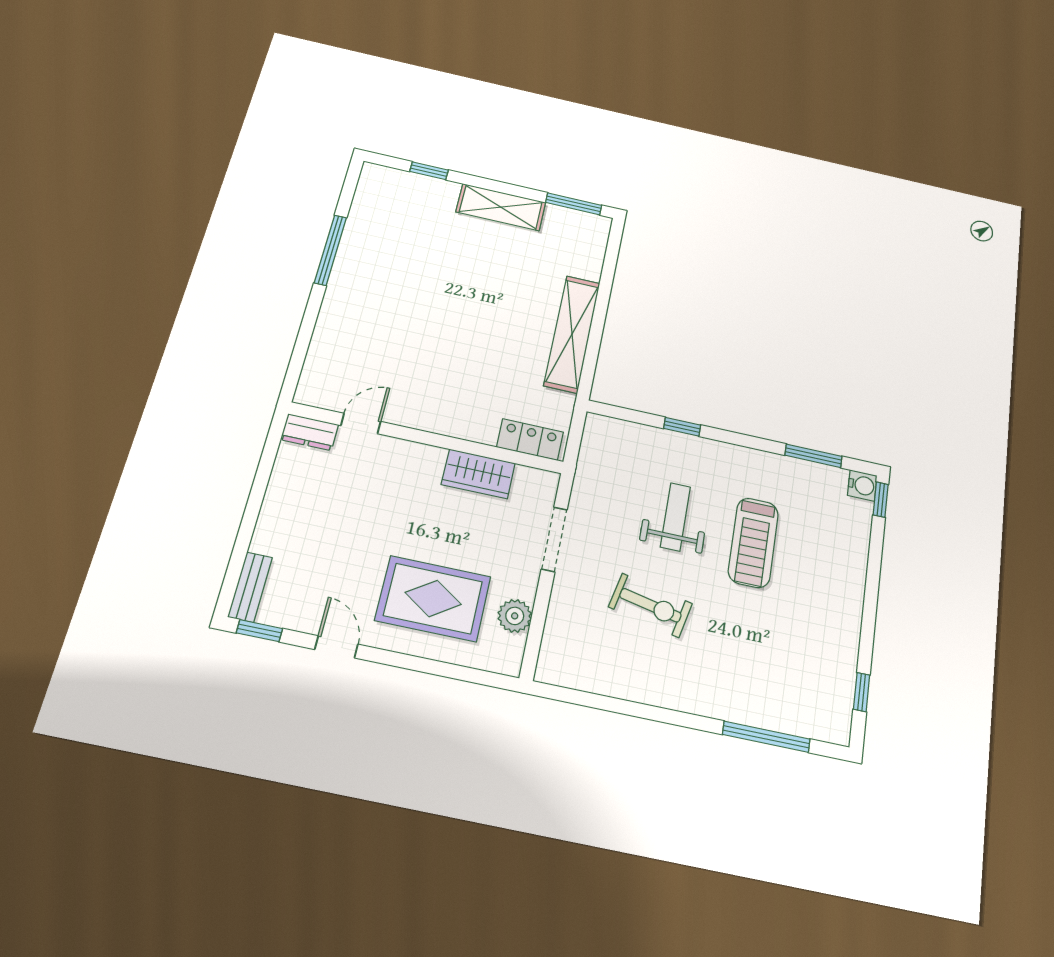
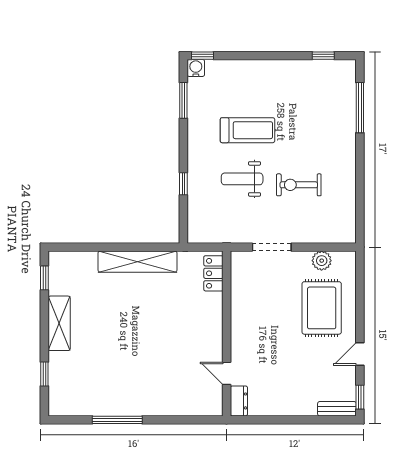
window: (574, 204) -> (44, 278), width x0.67
wardrobe: (478, 474) -> (242, 299), removed
exercise bike: (650, 605) -> (299, 185), turned -102

